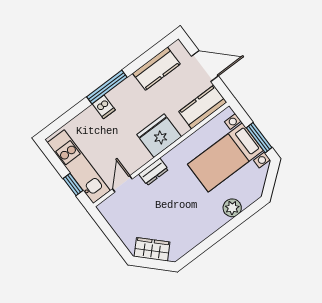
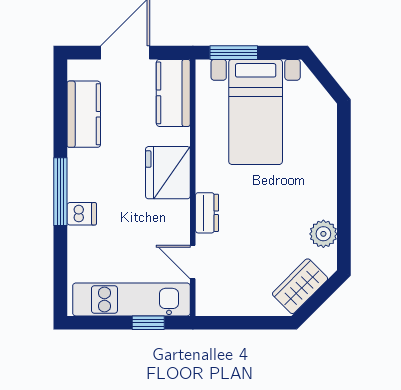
window: (259, 138) -> (234, 53), moved
plant: (232, 208) -> (323, 234), moved

